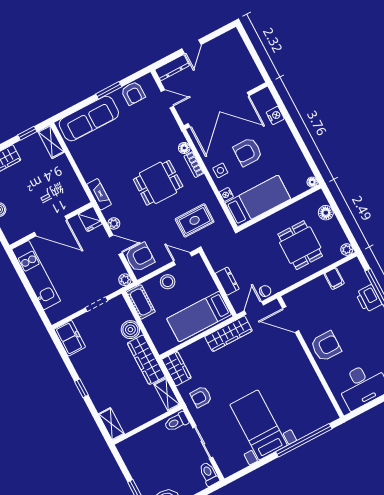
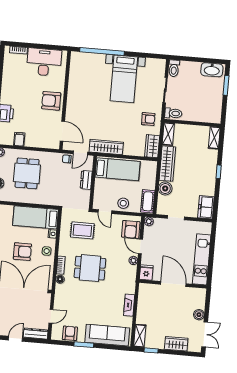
door: (167, 99) -> (51, 316), swing flipped
fireplace: (99, 194) -> (129, 305), moved
armchair: (140, 257) -> (131, 229), turned -90

